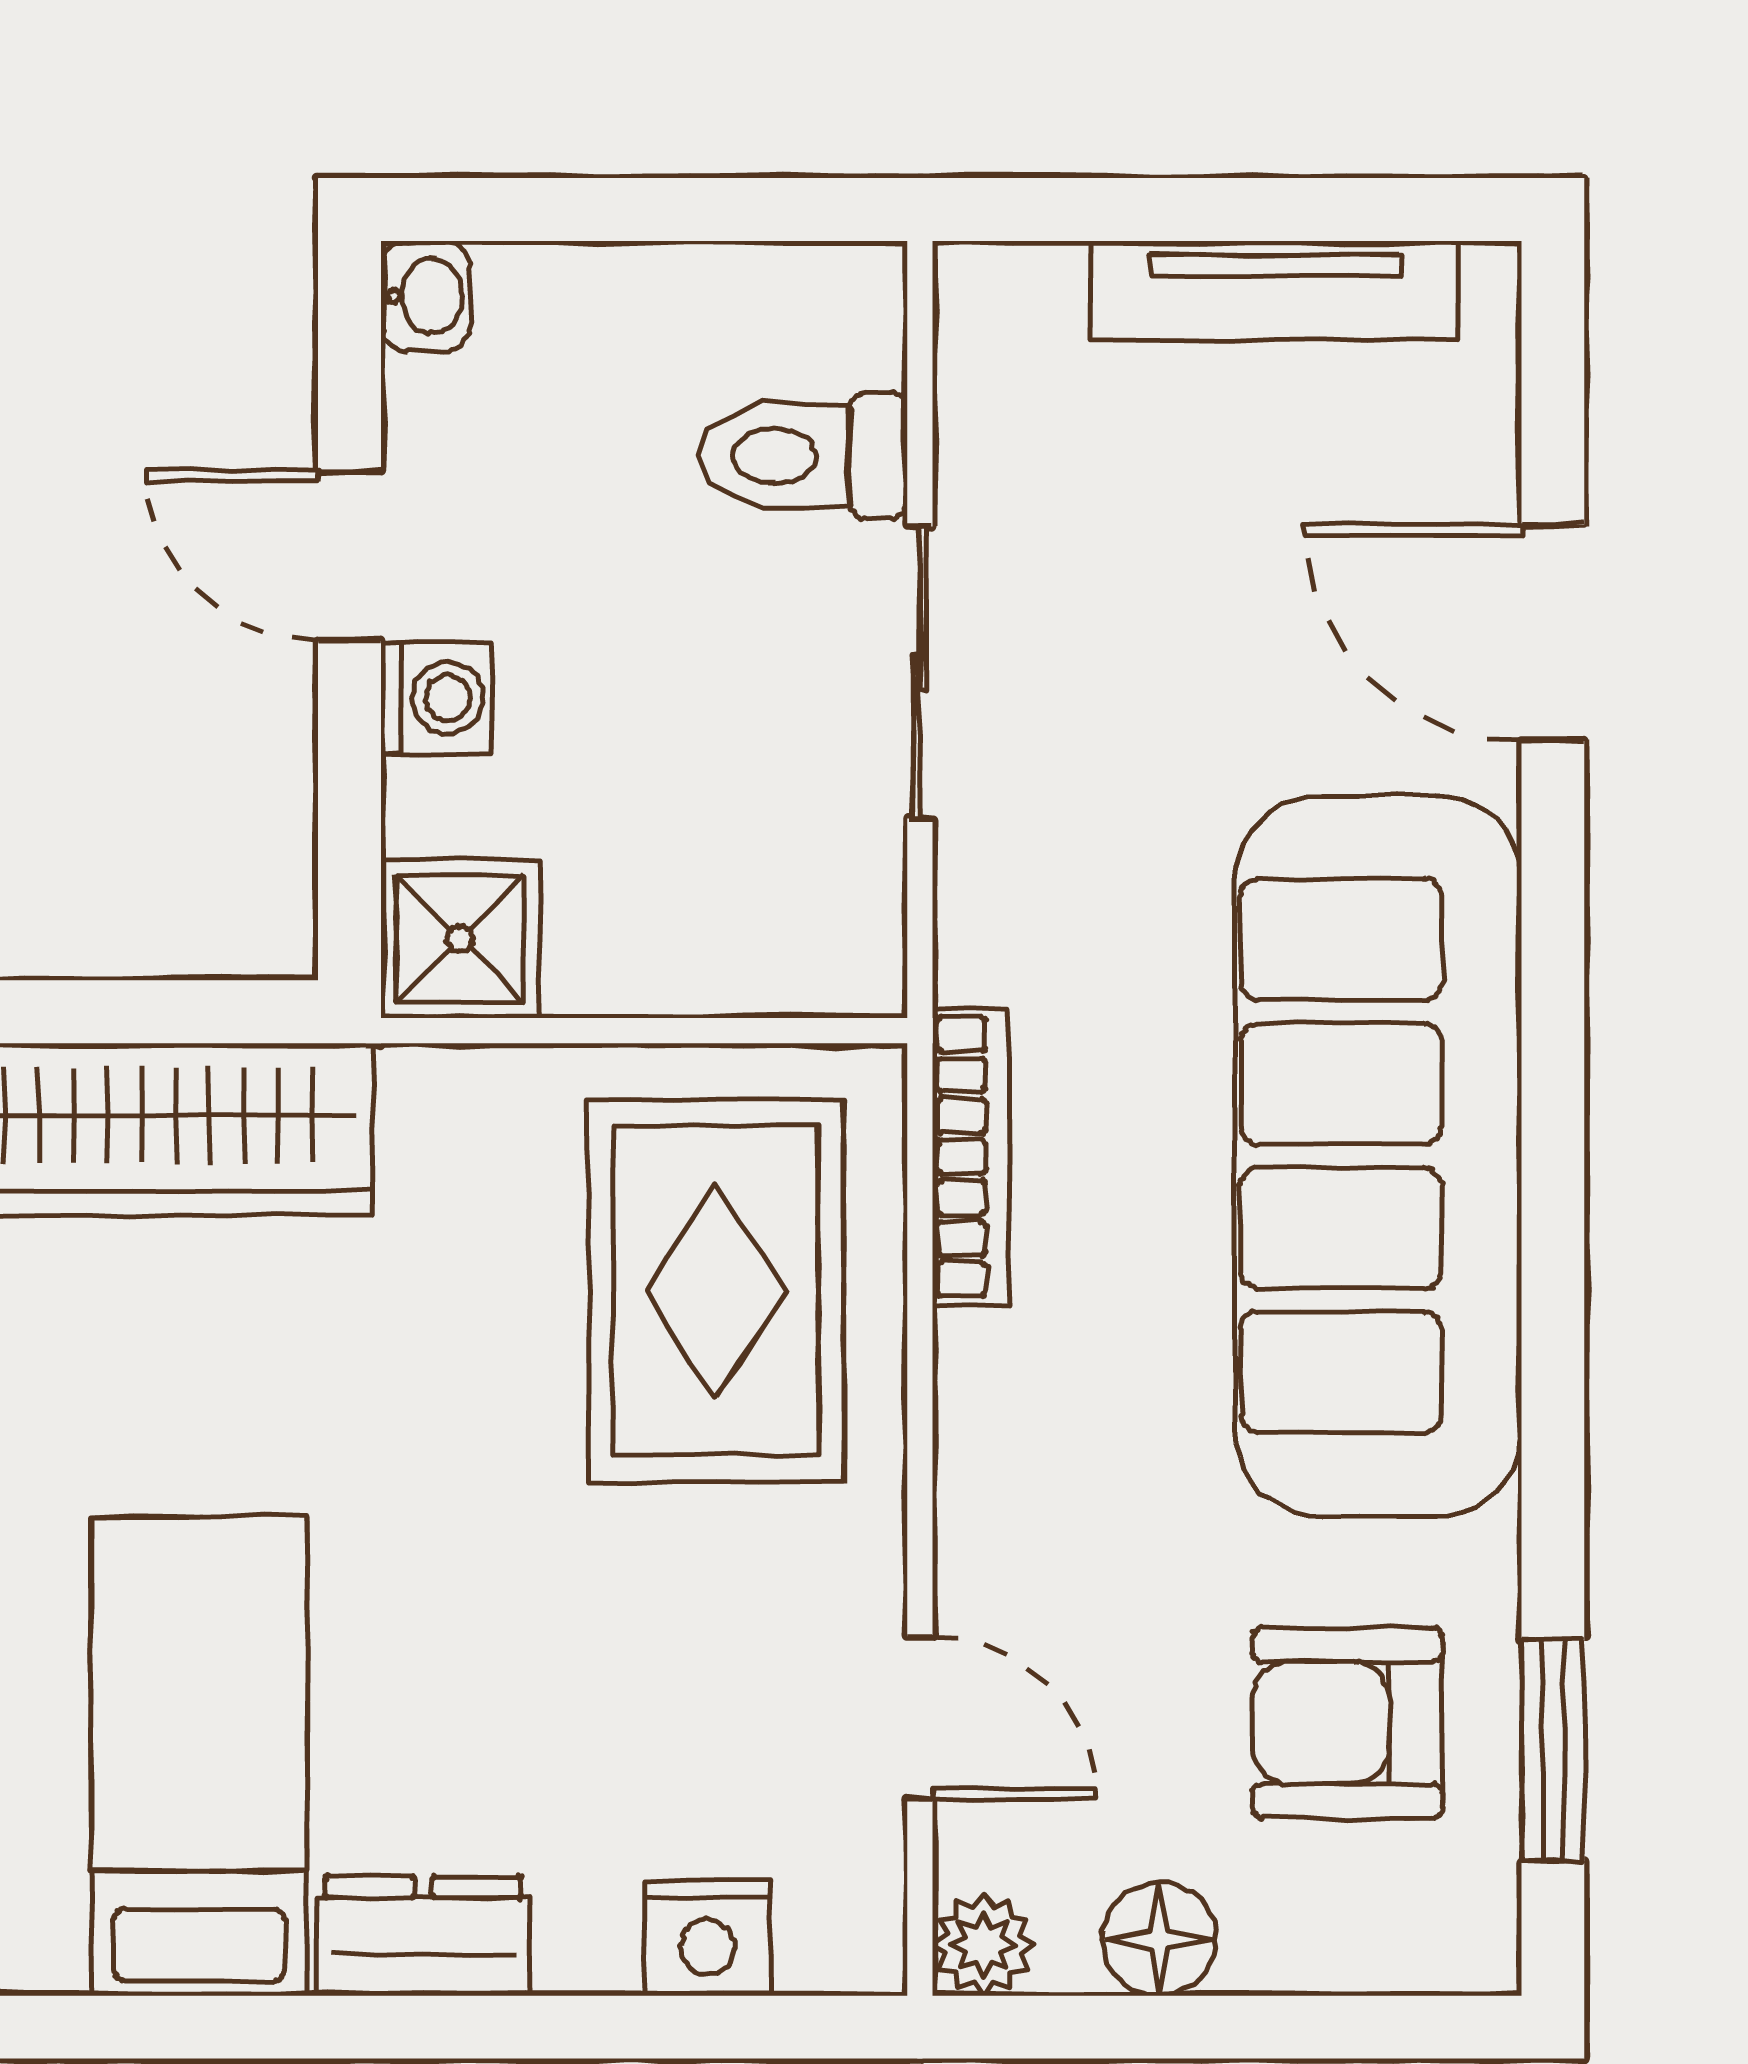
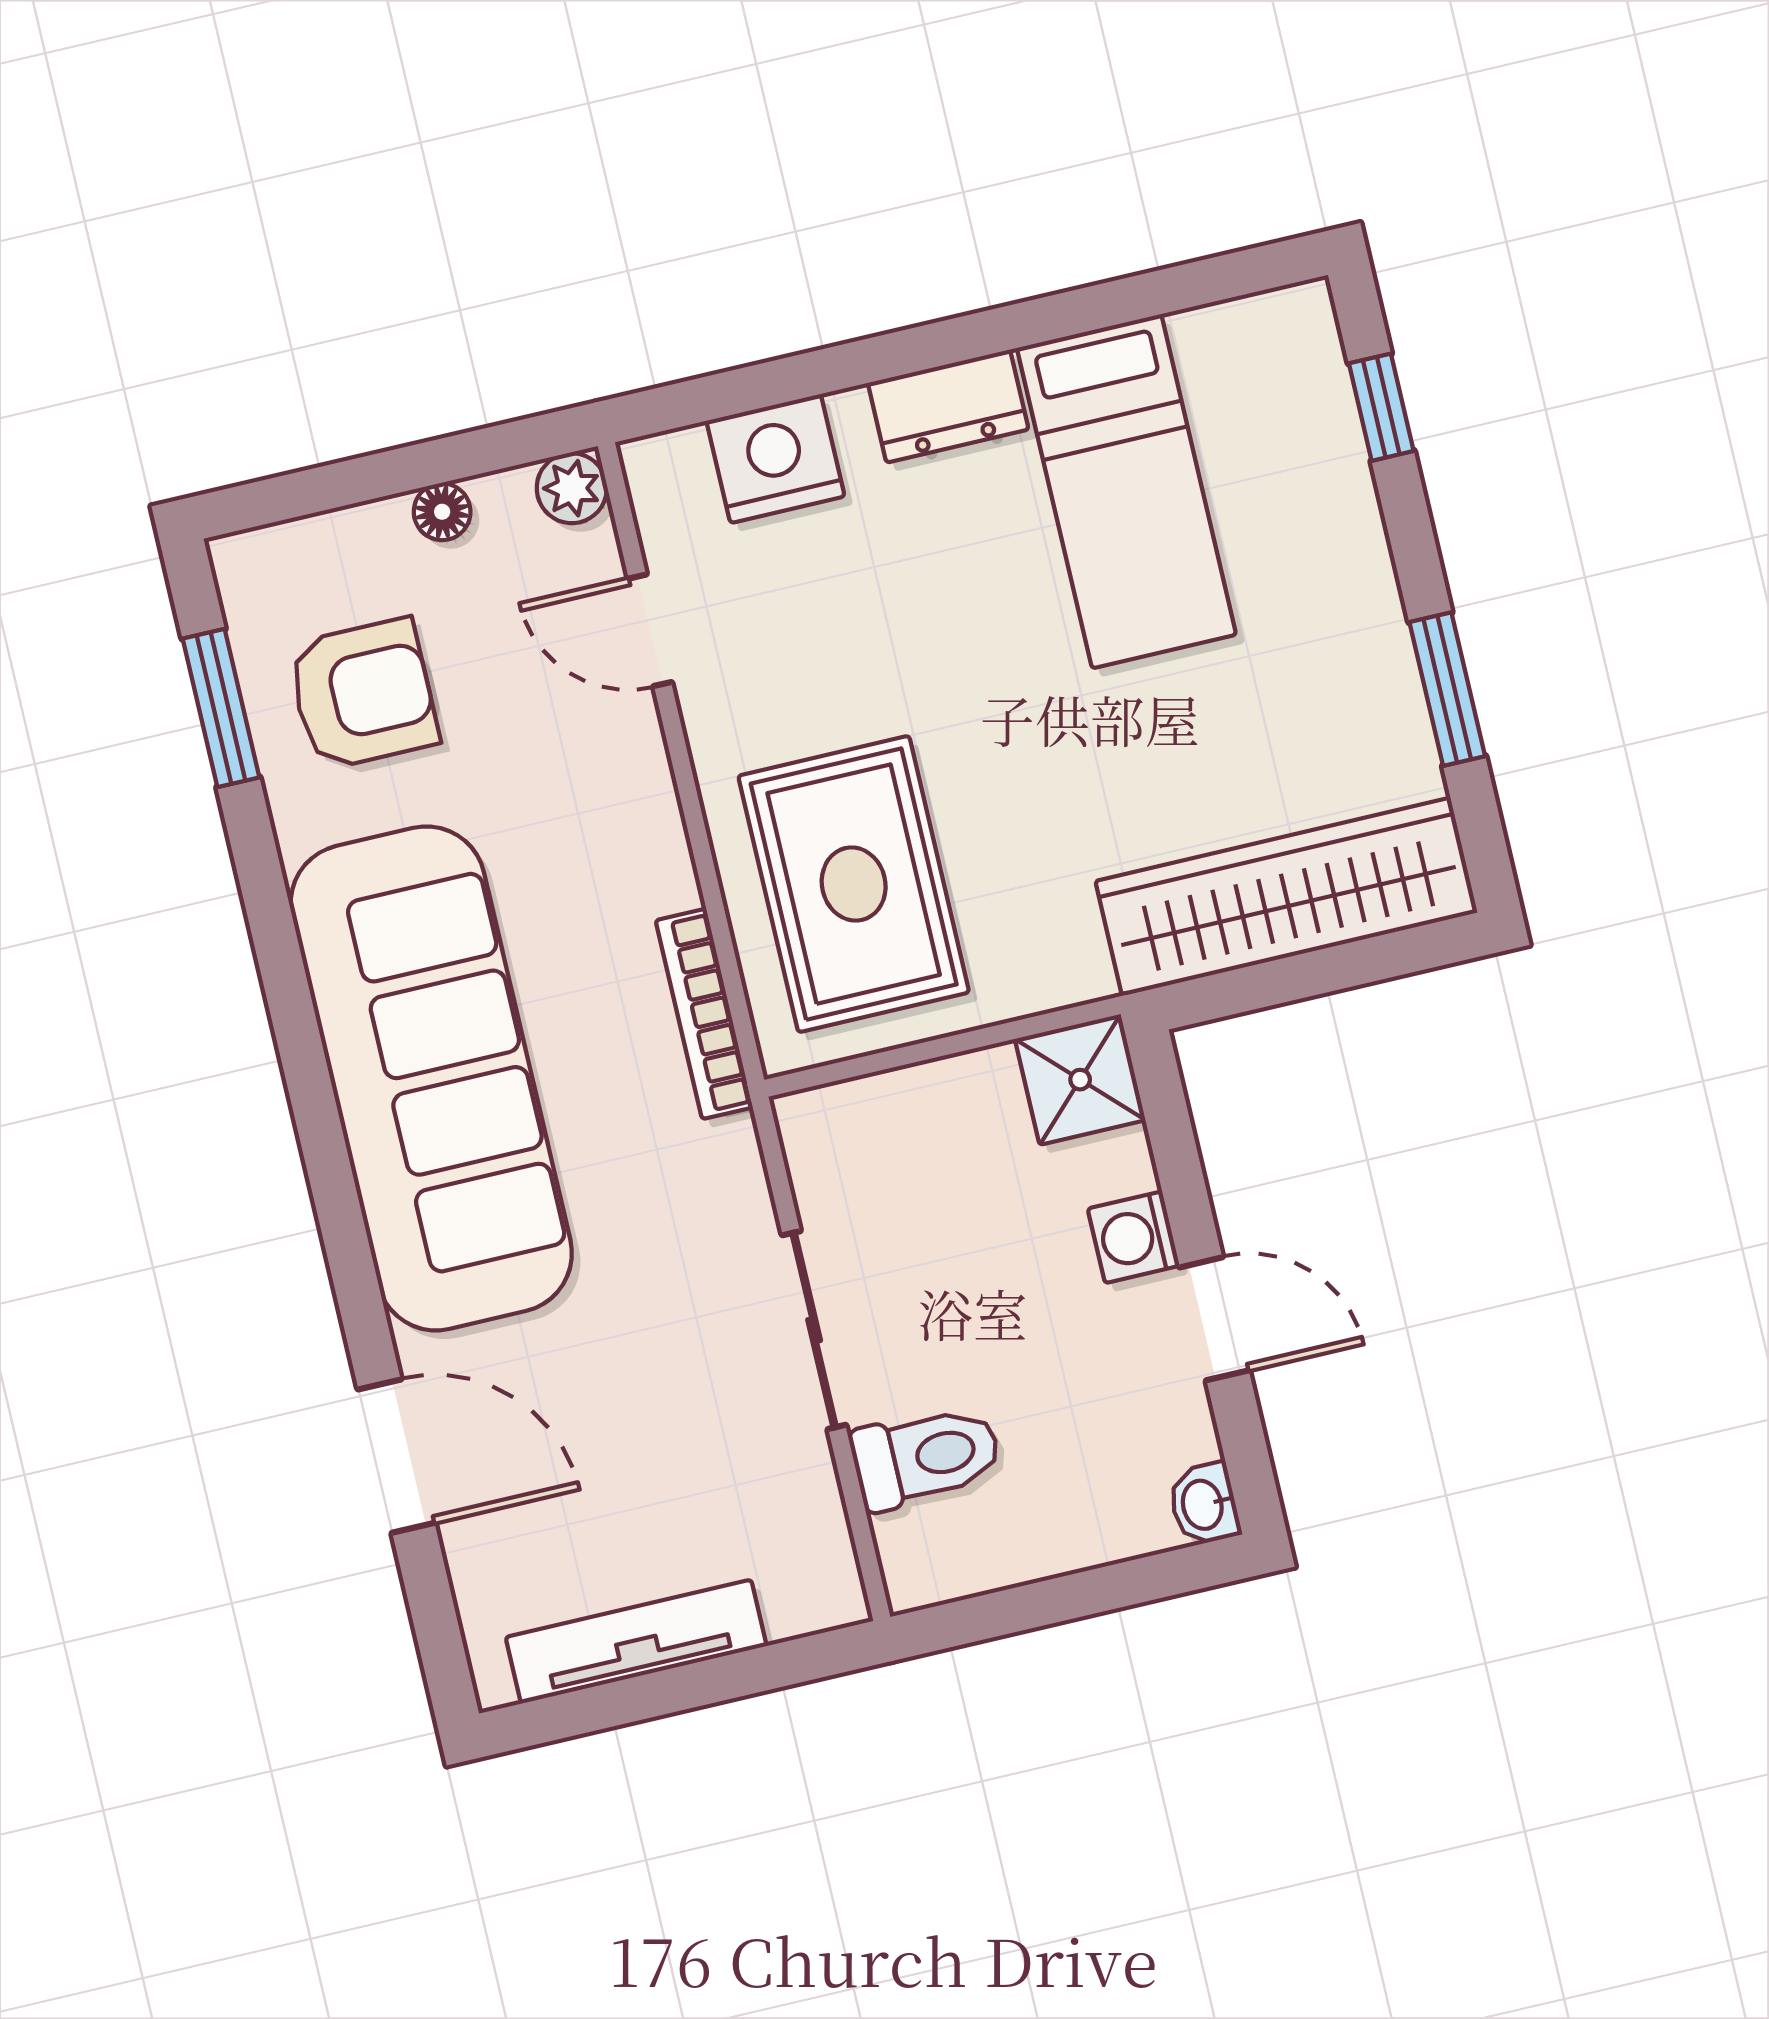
nightstand: (708, 1938) -> (776, 459), width x1.36, depth x1.33
floor lamp: (1159, 1939) -> (442, 512), width x0.73, depth x0.73

